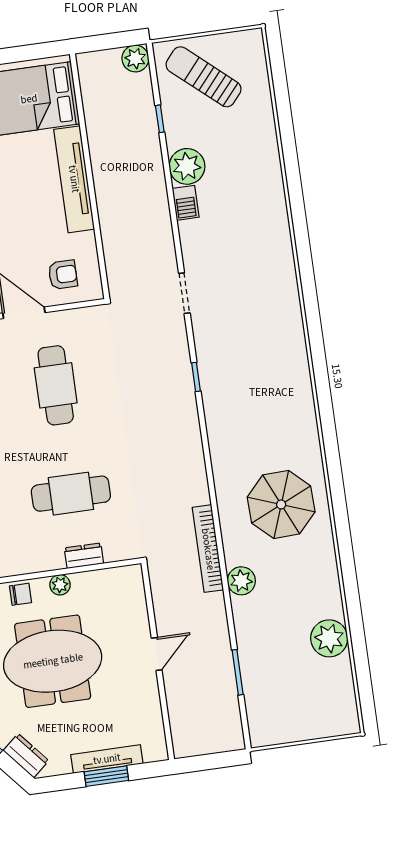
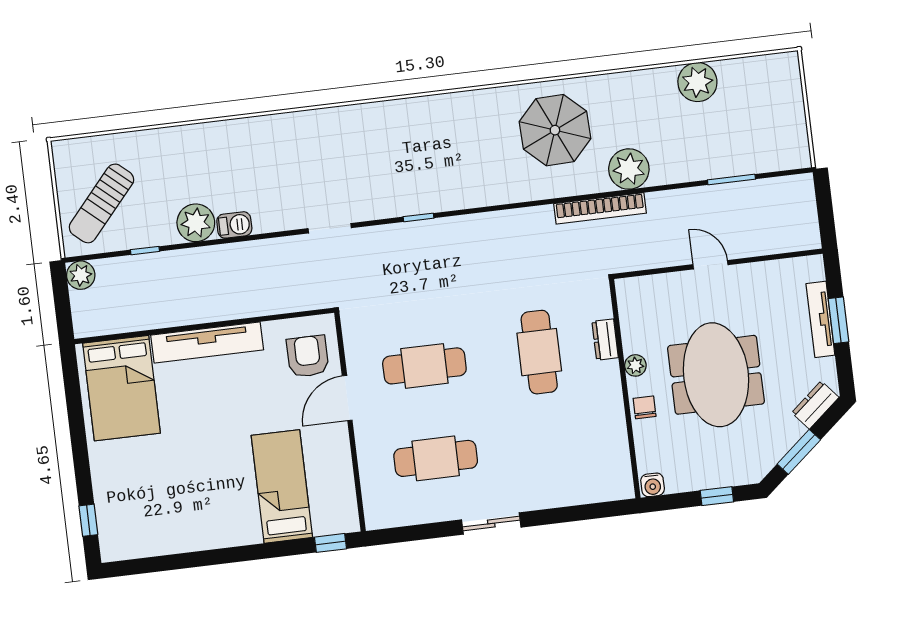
armchair: (63, 275) -> (308, 356), width x1.38, depth x1.38
plant: (241, 581) -> (629, 169), width x1.36, depth x1.36

